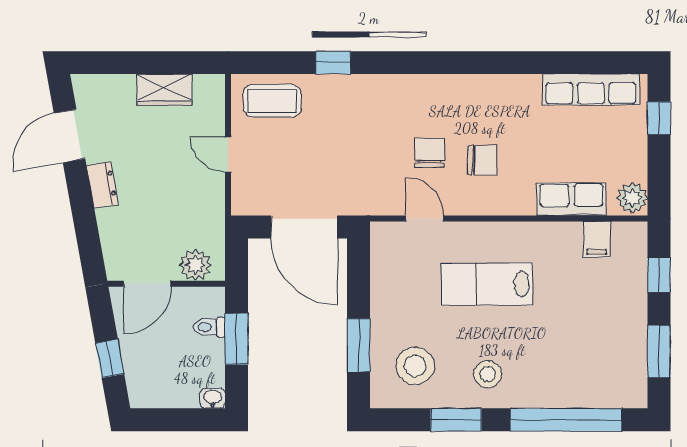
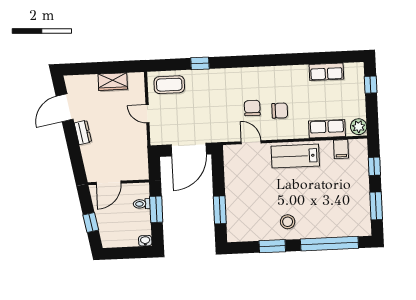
row of seats: (591, 90) -> (326, 72), width x0.68
door: (304, 227) -> (189, 150), hinge flipped
plant: (195, 265) -> (133, 172), removed
lab bench: (487, 284) -> (295, 156), moved
stool: (415, 366) -> (250, 219), removed

